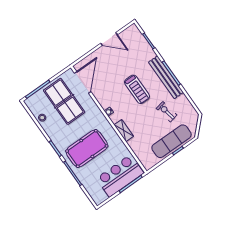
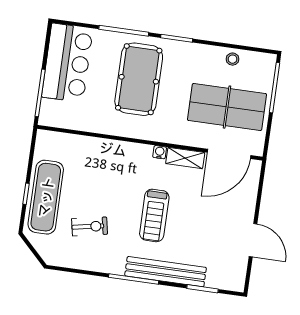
door: (109, 39) -> (253, 240), swing flipped
bench: (166, 77) -> (166, 272), moved
door: (83, 82) -> (229, 154), hinge flipped
treadmill: (137, 89) -> (154, 215), turned -90
shelving: (124, 131) -> (185, 158), moved
bar counter: (120, 176) -> (67, 63), moved

